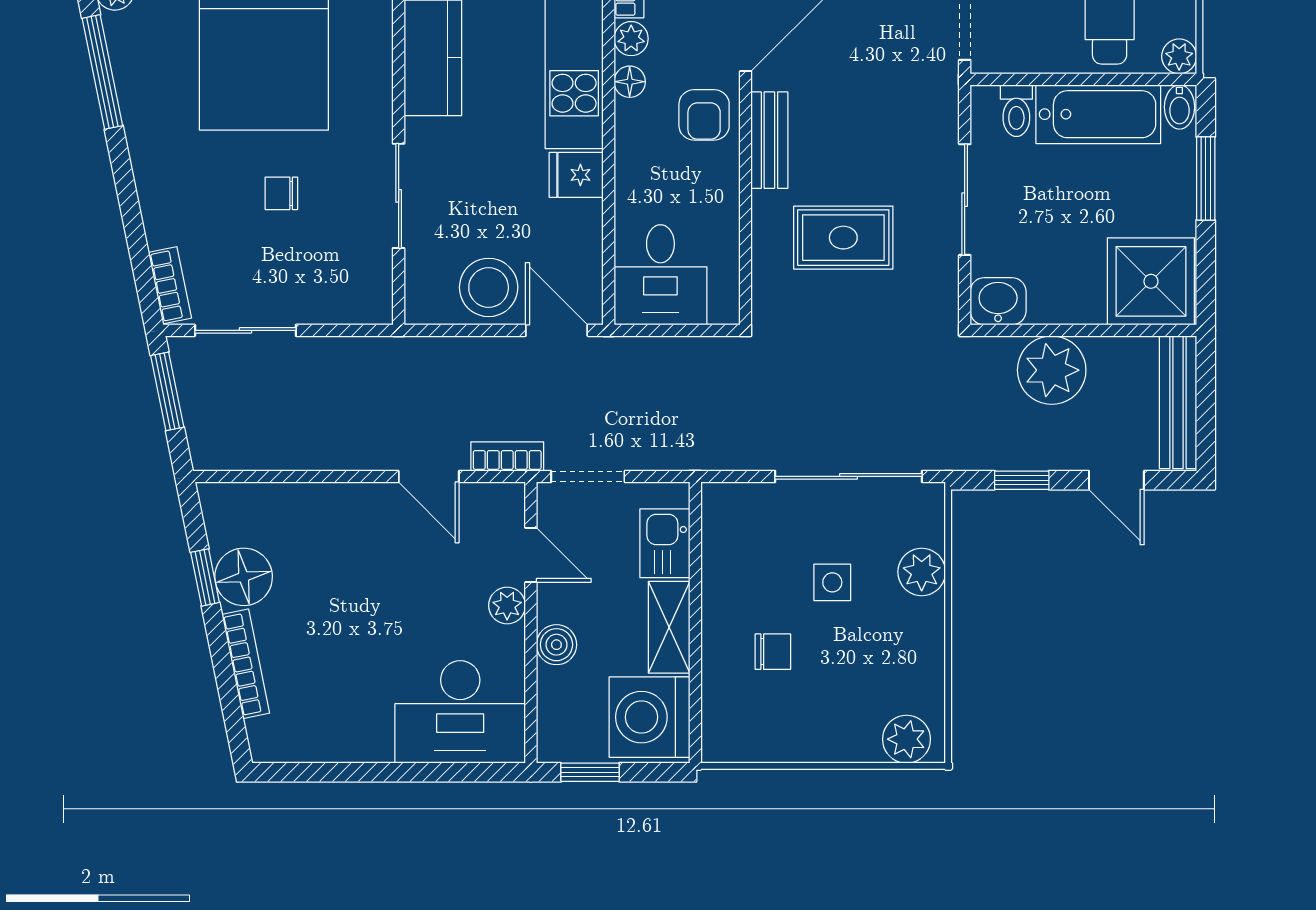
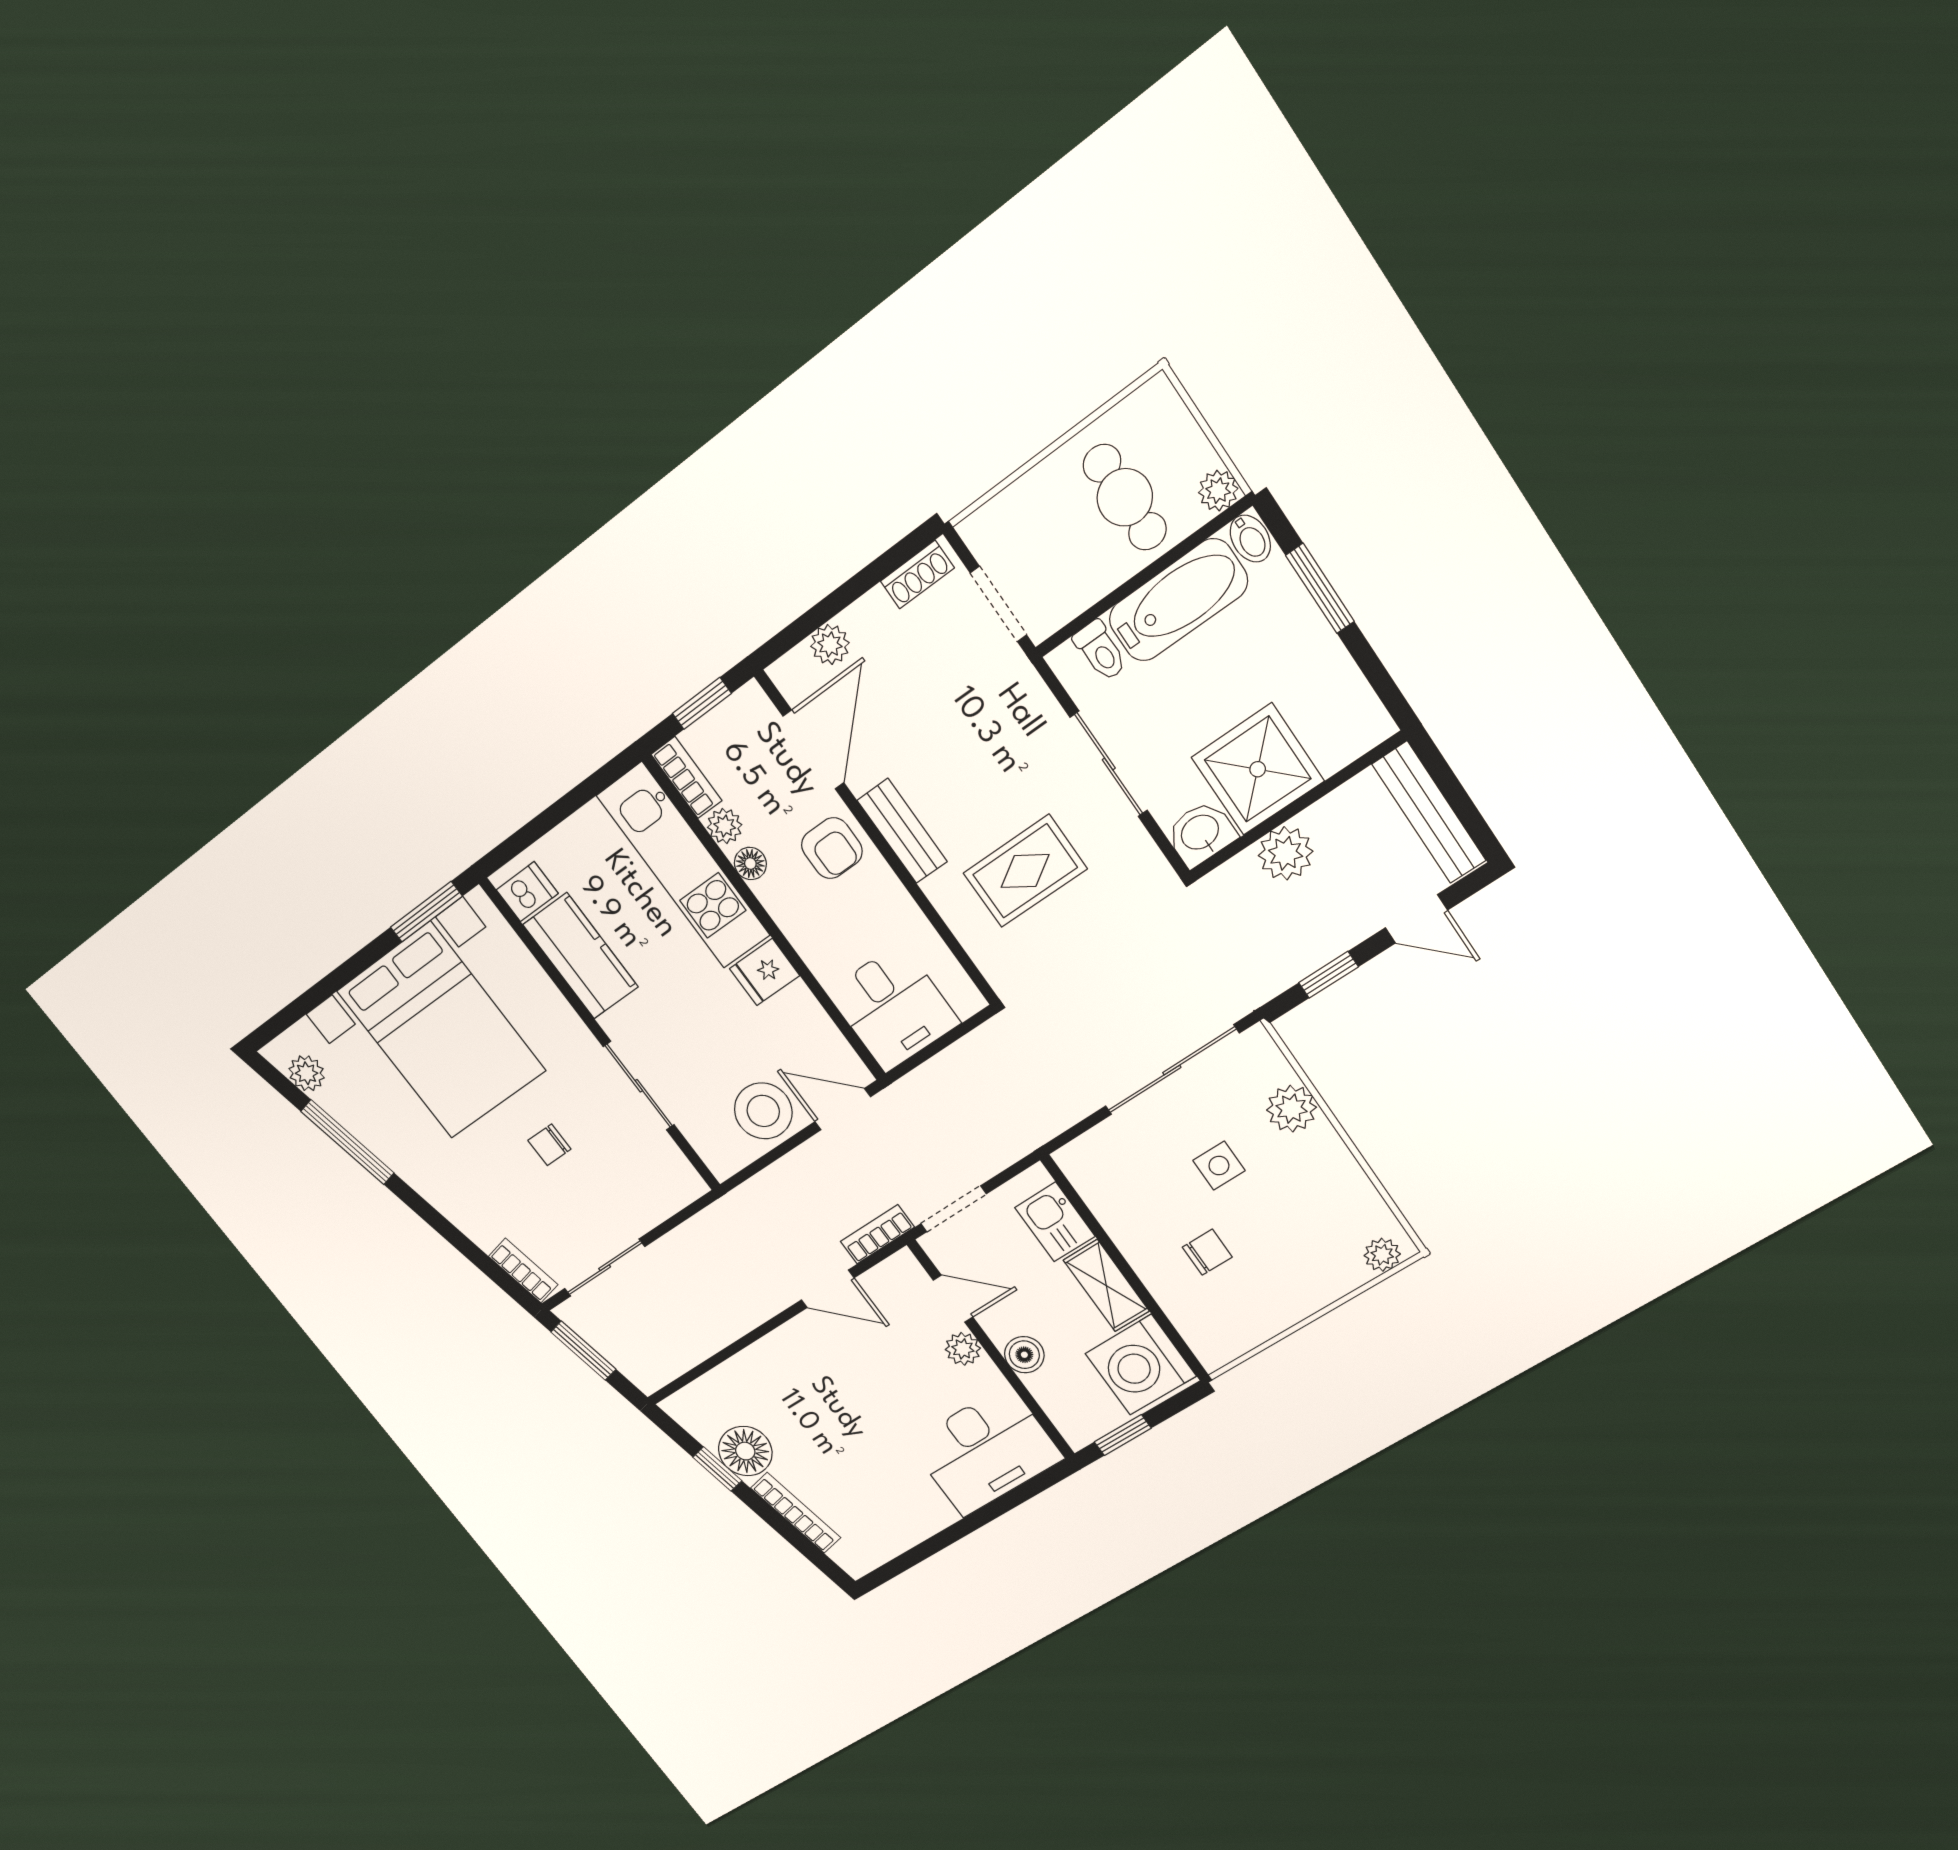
shower: (1151, 281) -> (1258, 769), moved
plant: (1052, 370) -> (1286, 853), width x0.73, depth x0.73
plant: (907, 739) -> (1382, 1255), width x0.73, depth x0.73

